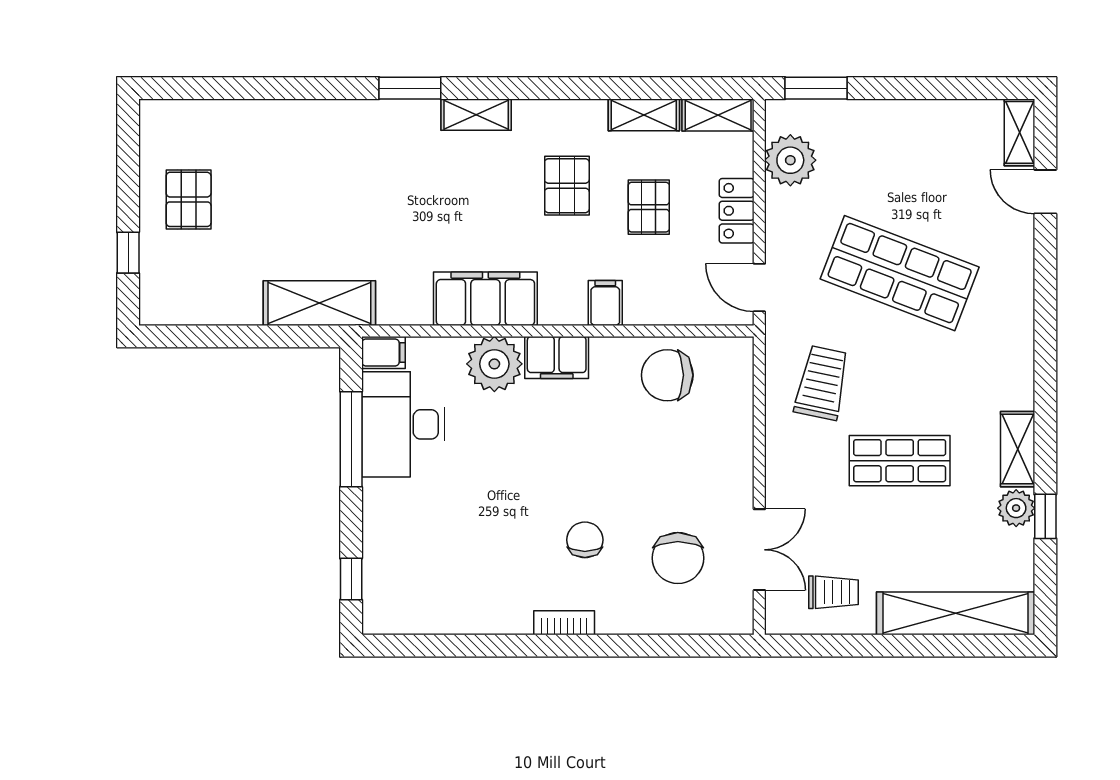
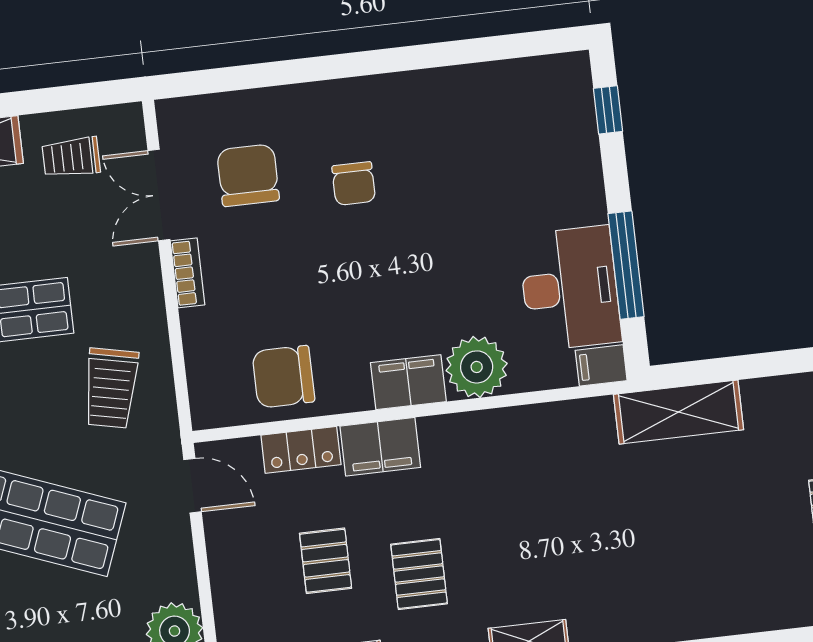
locker: (737, 211) -> (301, 450), moved, turned 90
filing cabinet: (485, 299) -> (495, 438), removed
filing cabinet: (605, 303) -> (380, 447), width x2.00
chair: (667, 375) -> (283, 377), turned 180
bookcase: (564, 623) -> (188, 273), moved, turned -90

